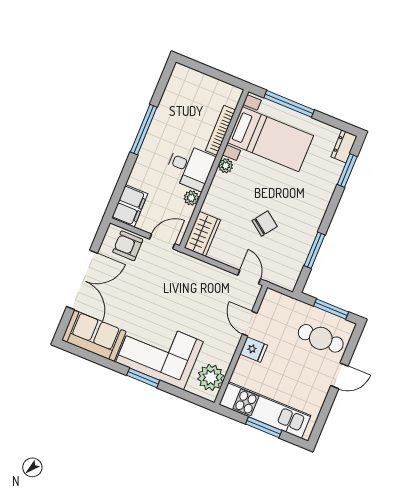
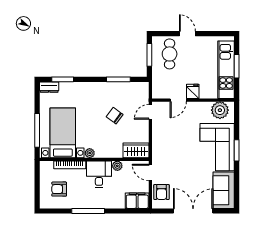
armchair: (192, 101) -> (59, 189), added

